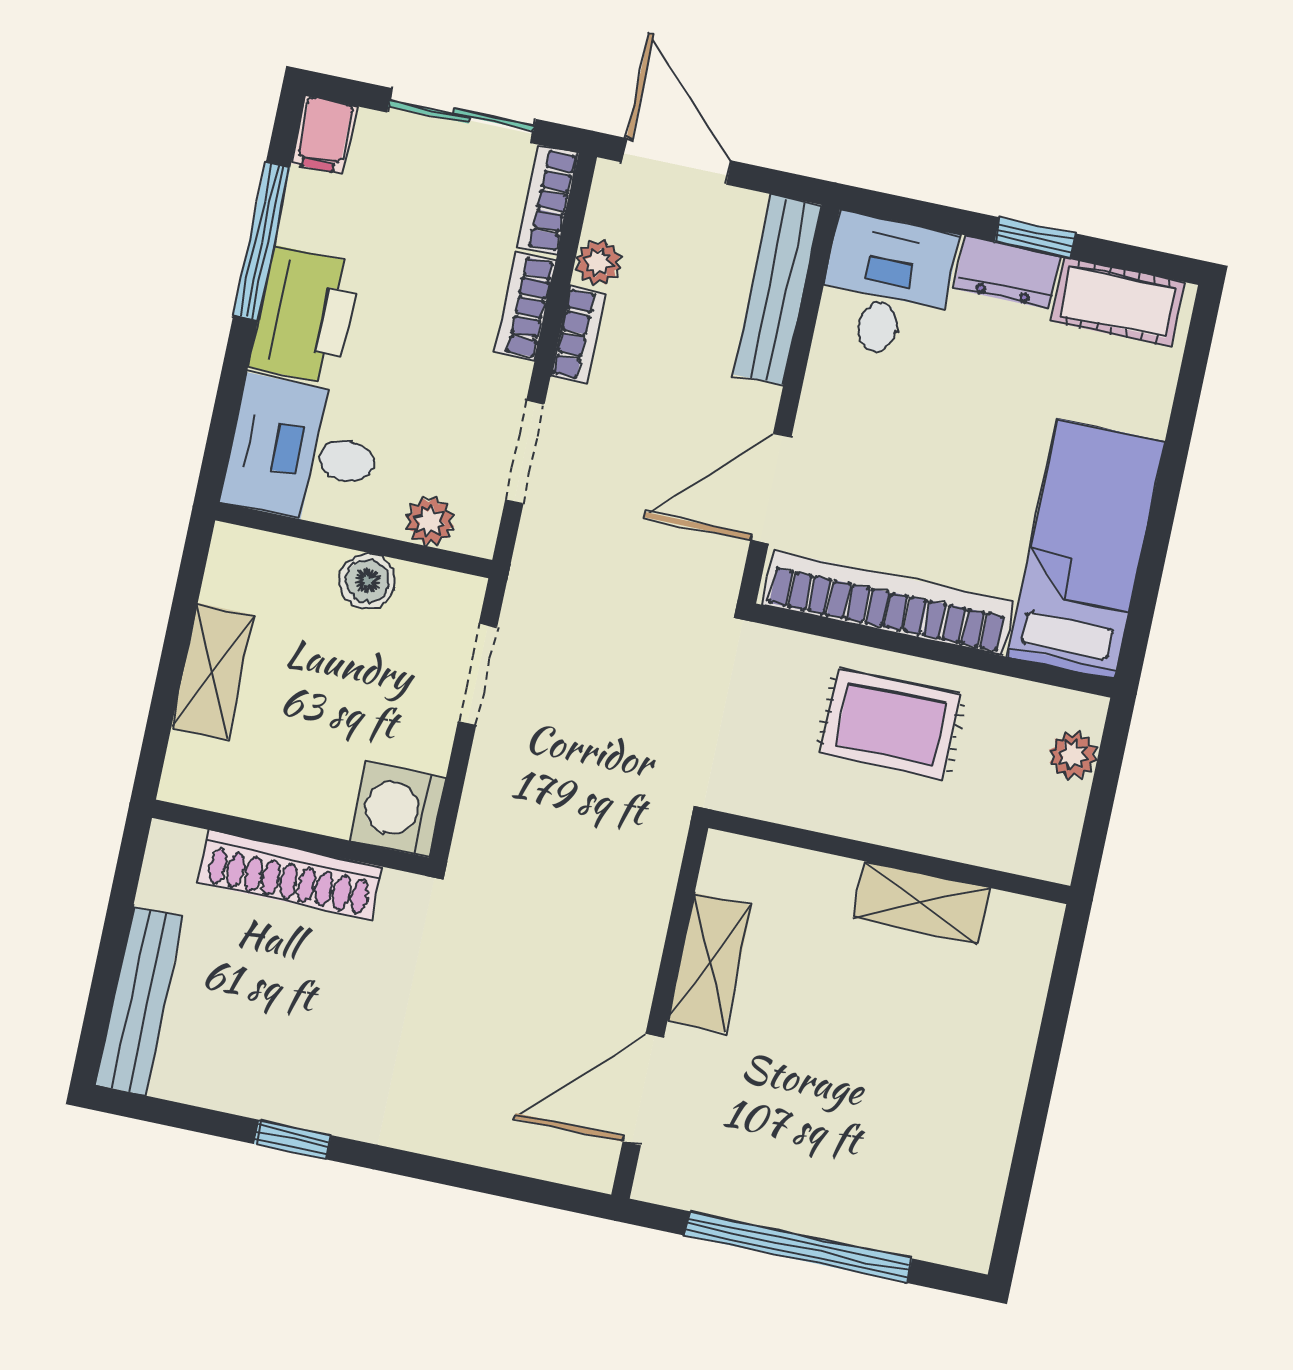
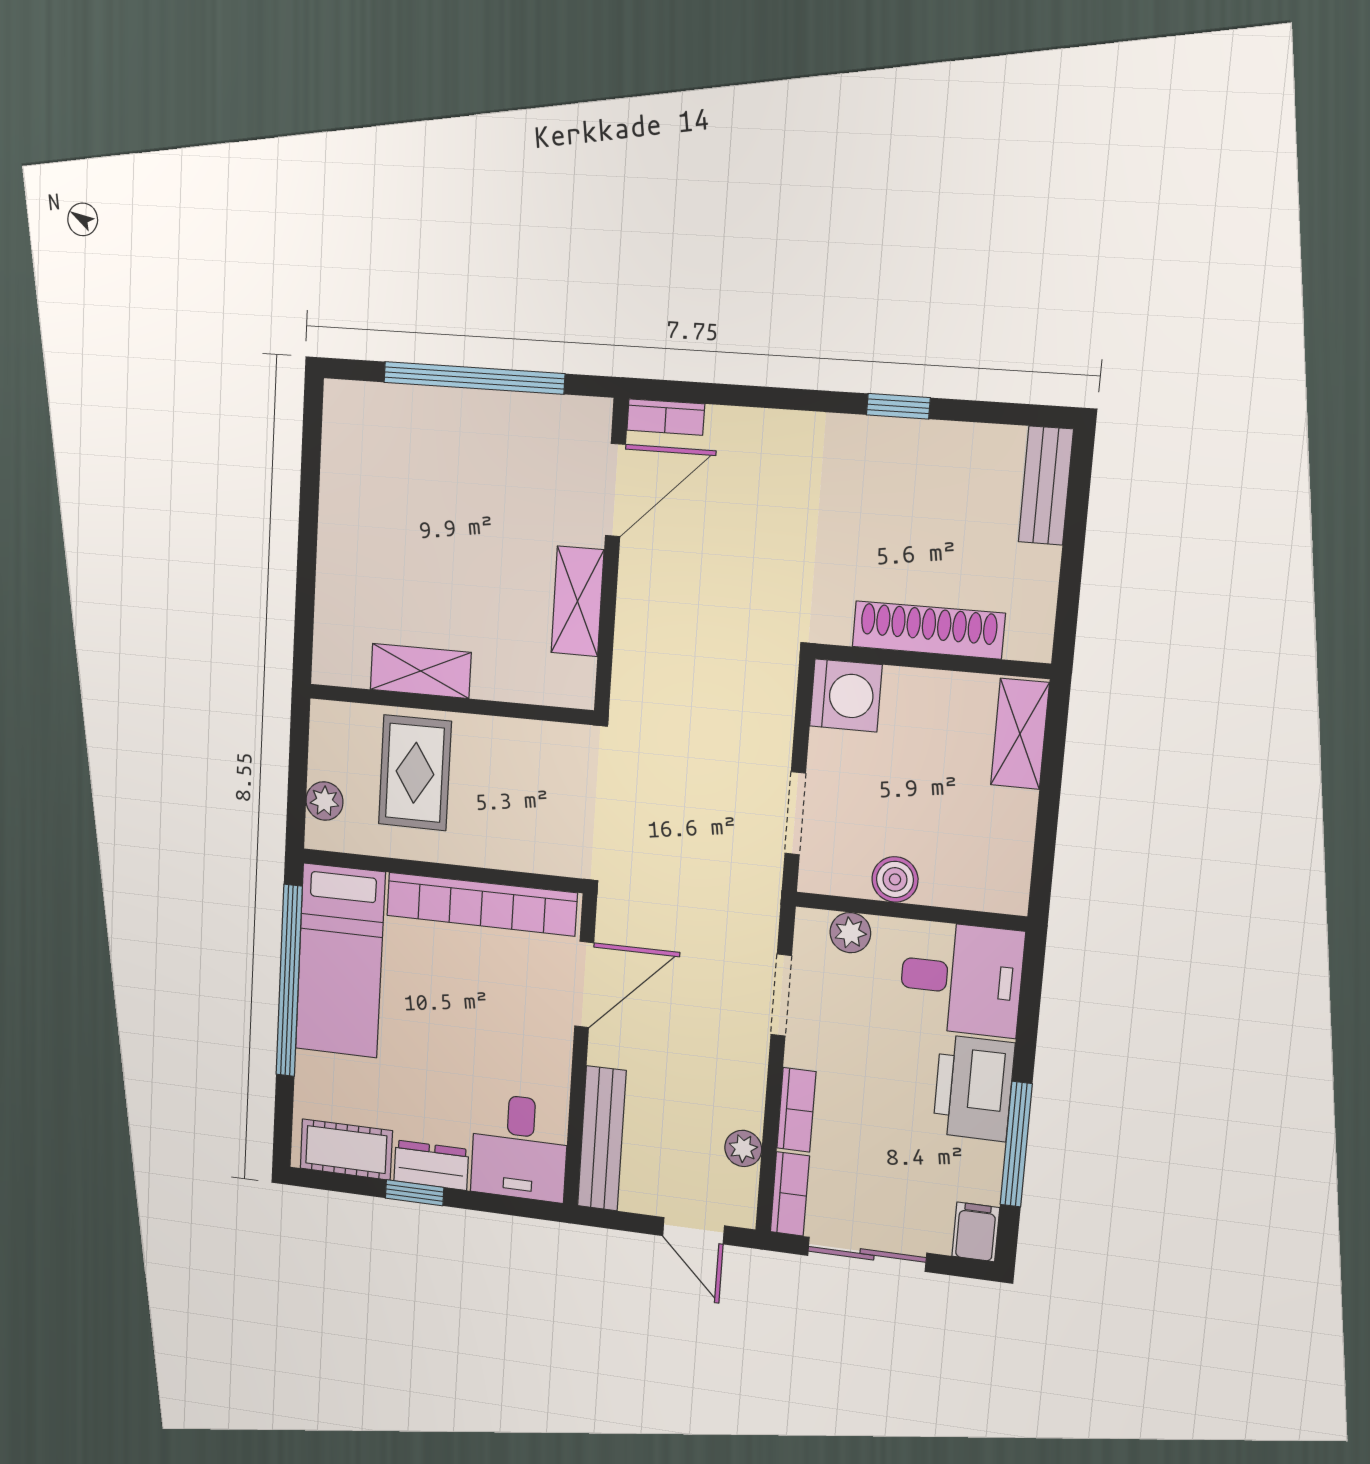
door: (676, 161) -> (693, 1231), width x0.73
bookcase: (578, 335) -> (666, 417), moved, turned -90
window: (1159, 530) -> (289, 981), added
shelving: (212, 671) -> (1020, 734), moved
rug: (891, 724) -> (415, 773), moved, turned 90
bench: (139, 1001) -> (1046, 486), width x0.73

